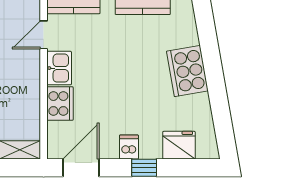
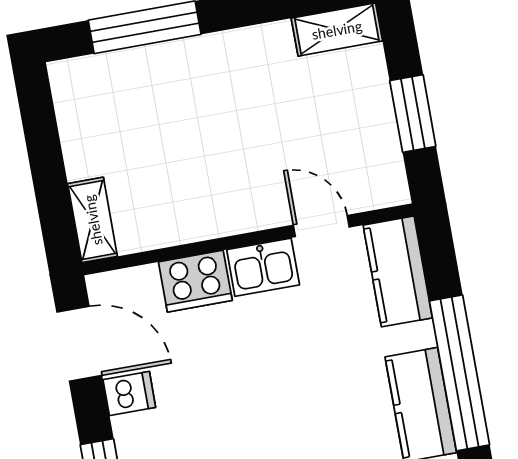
dishwasher: (129, 147) -> (129, 393), moved

